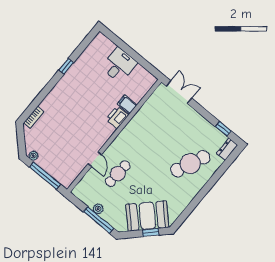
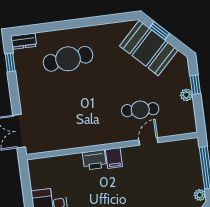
filing cabinet: (127, 104) -> (114, 158), moved
cafe table: (190, 164) -> (68, 59), turned -30
window: (99, 220) -> (195, 85), width x0.46

